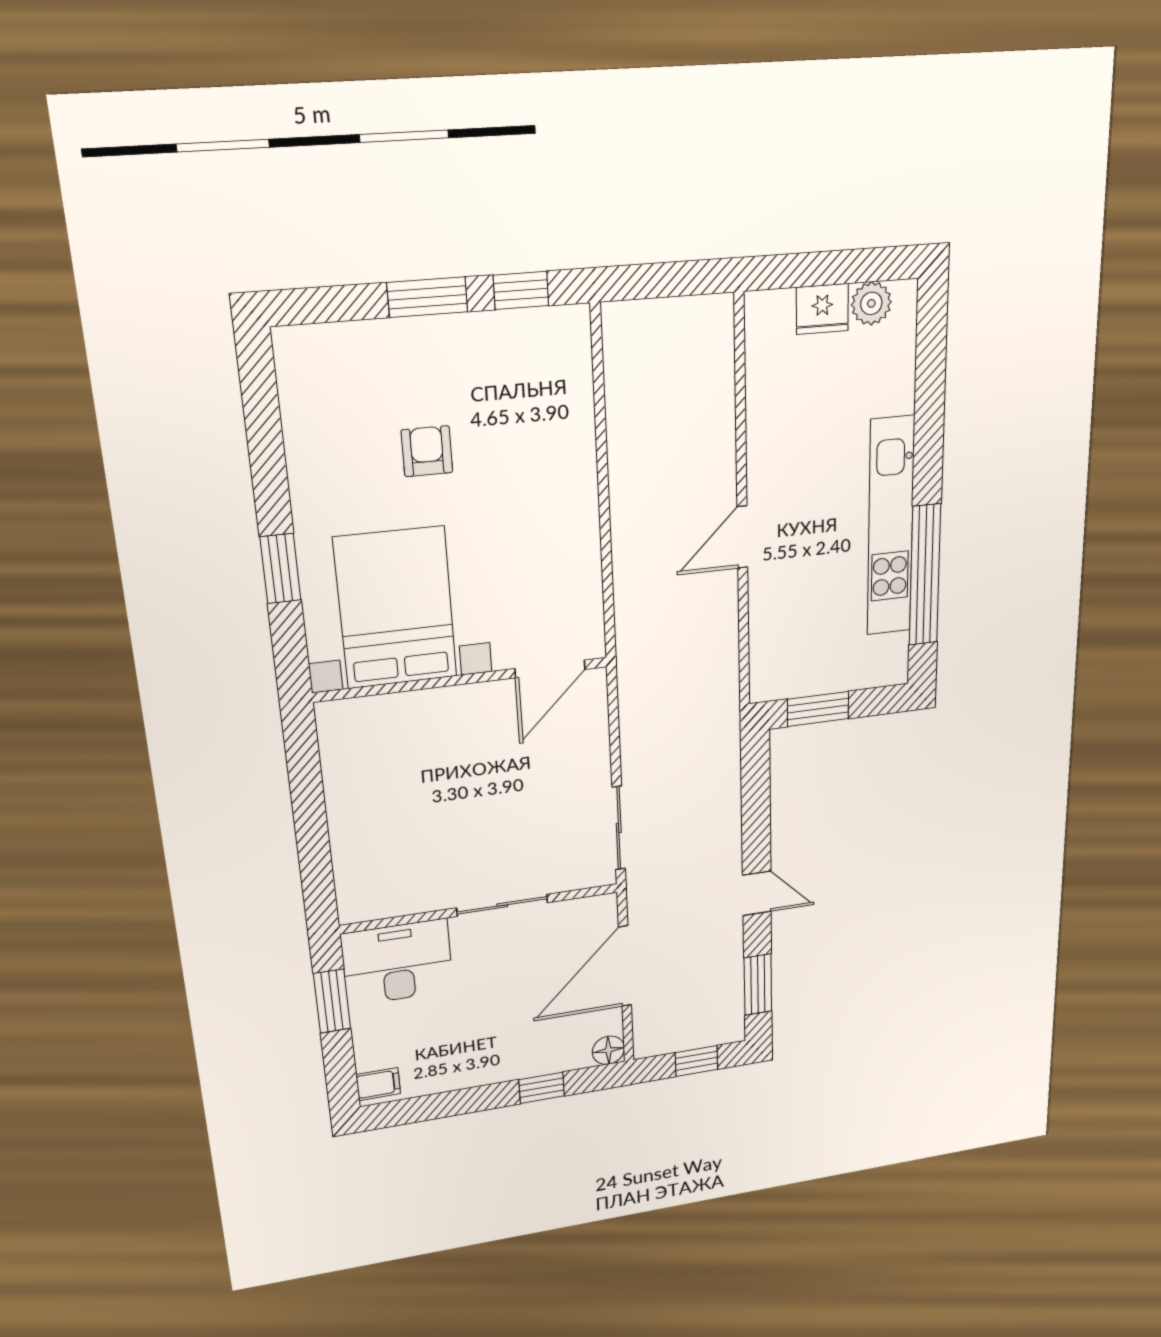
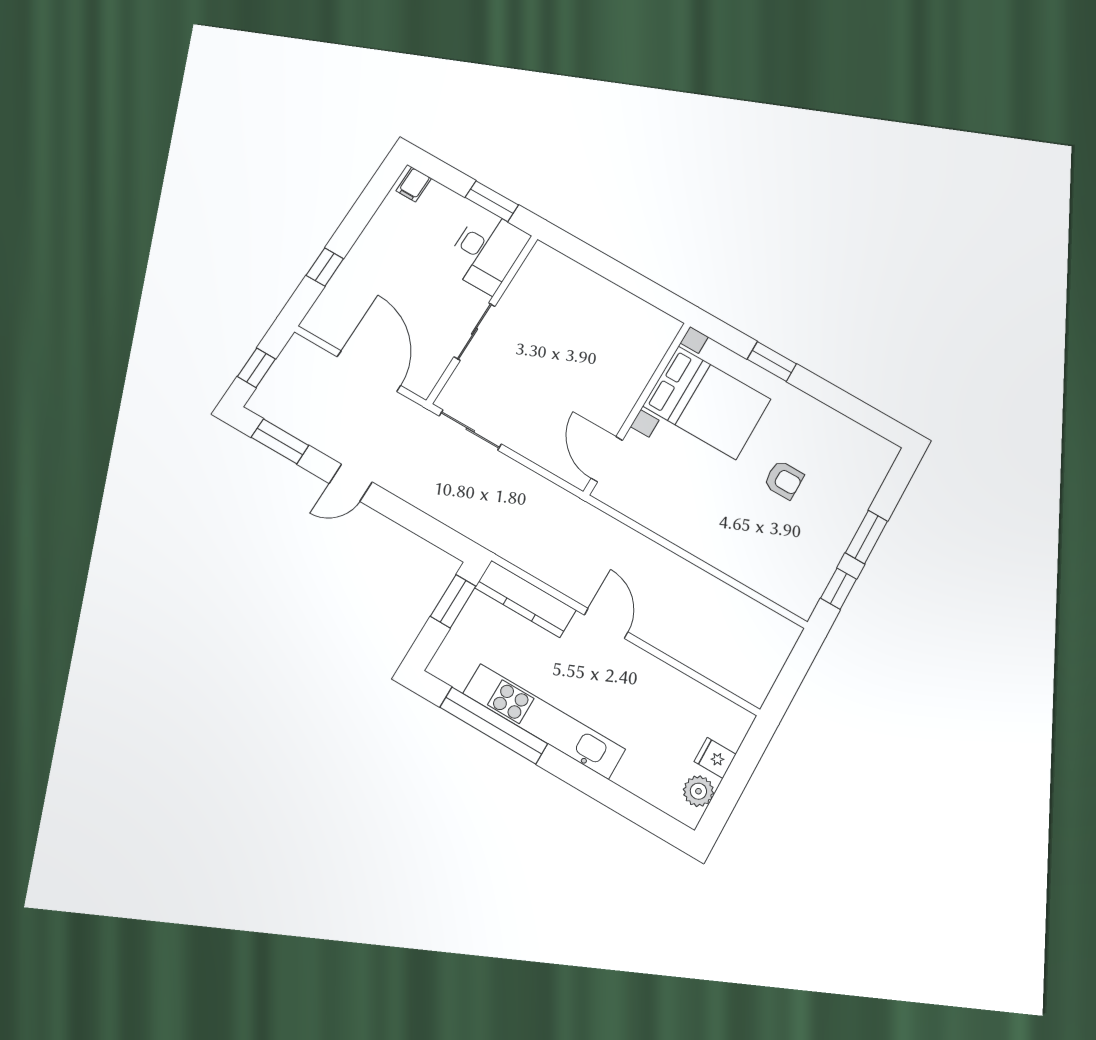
fridge: (822, 309) -> (715, 758), width x0.72
kitchen counter: (769, 640) -> (525, 599), added
floor lamp: (608, 1050) -> (316, 322), removed

